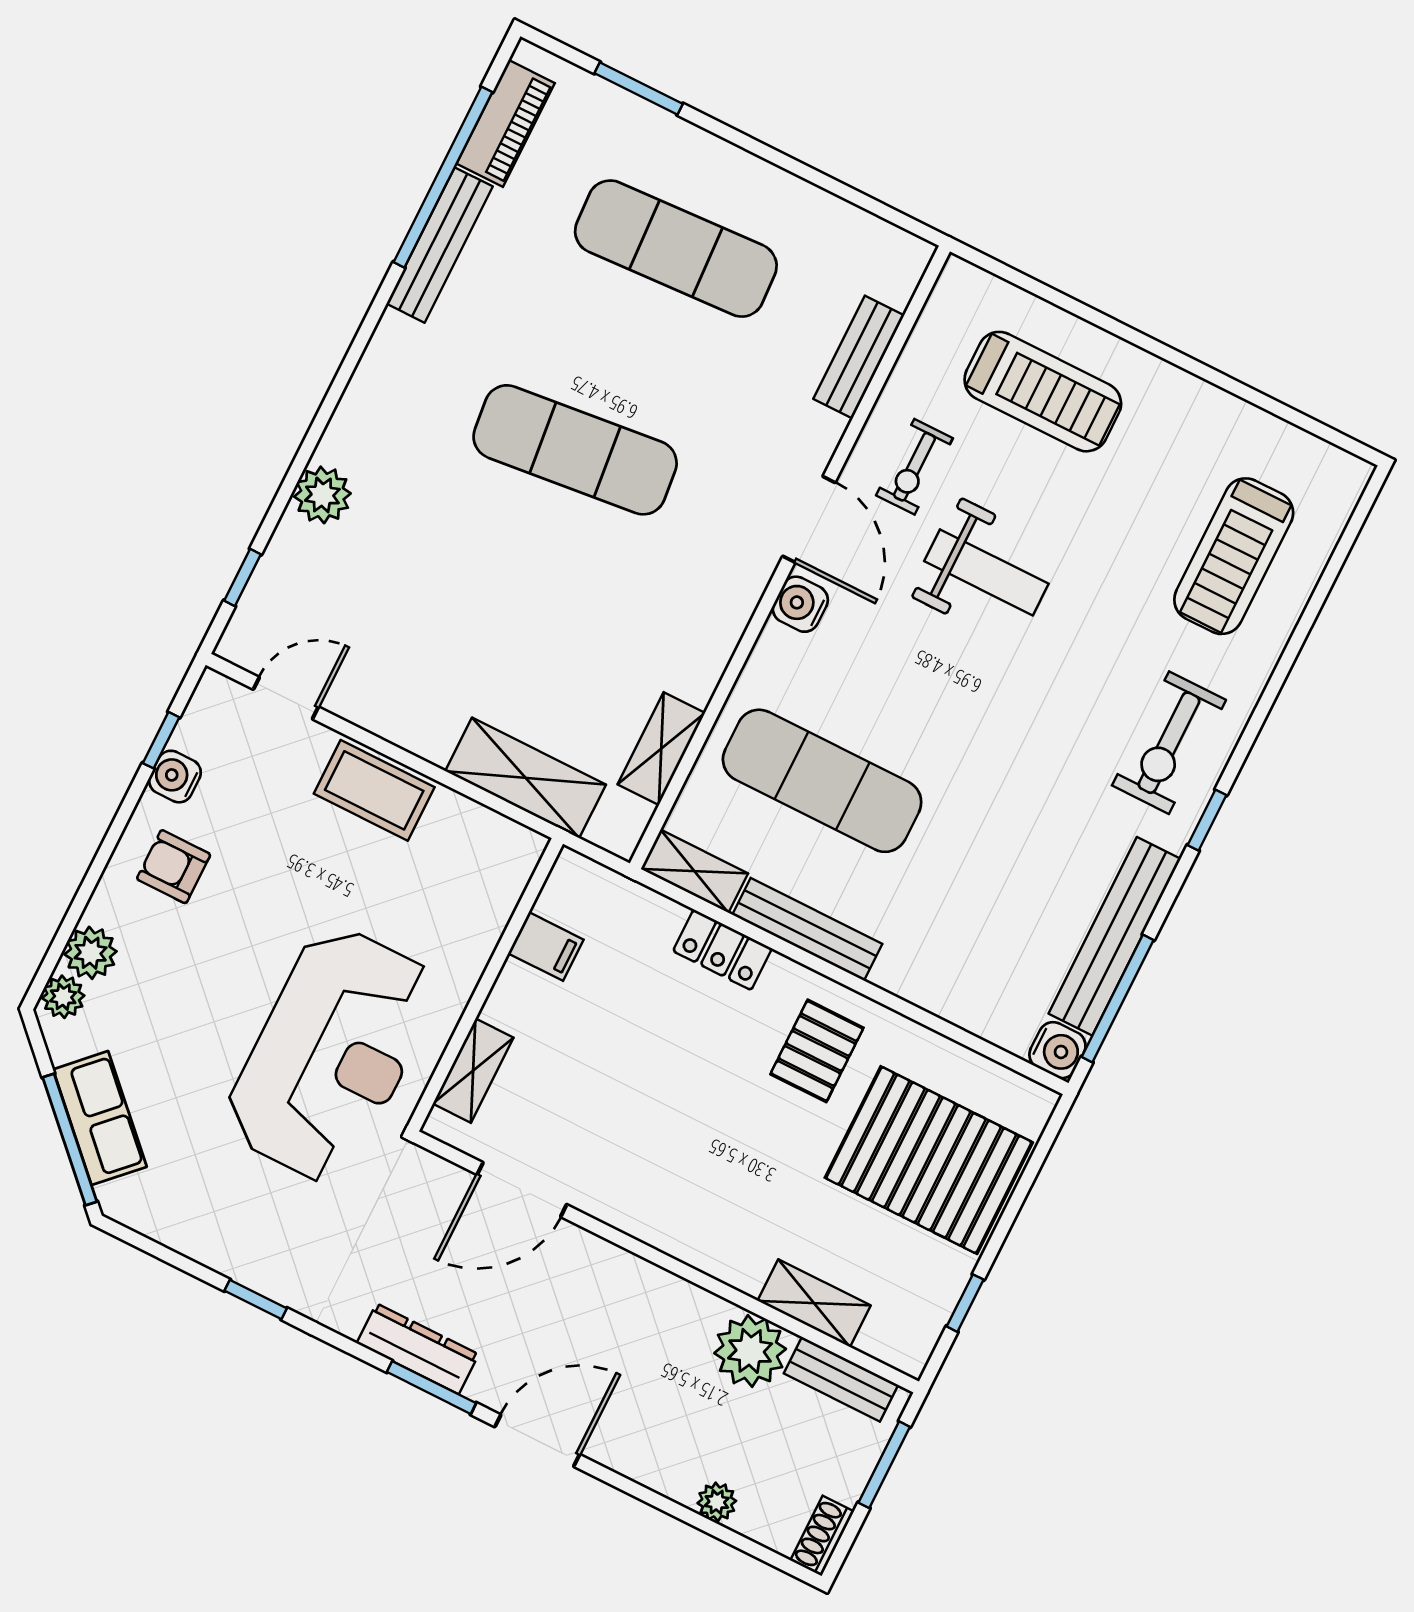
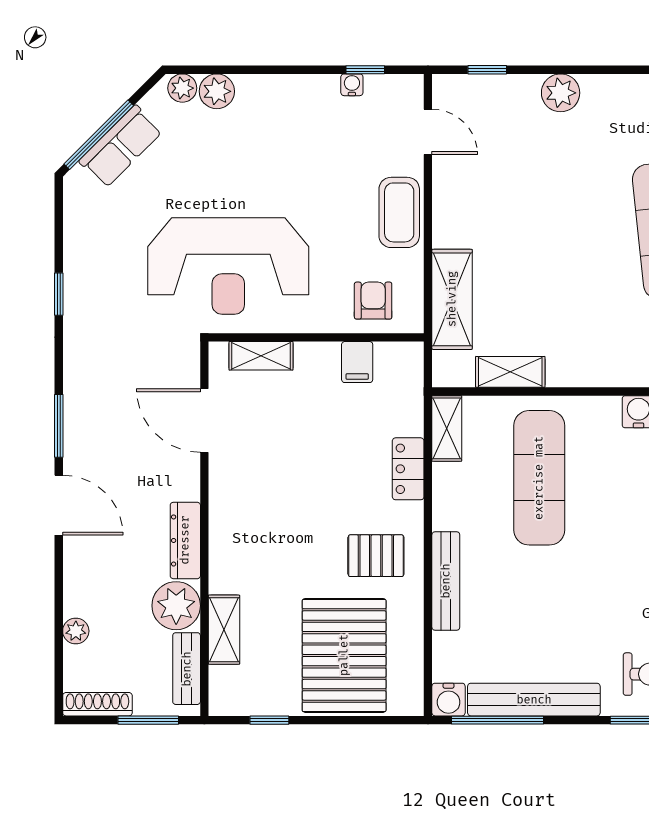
water cooler: (175, 777) -> (352, 85), width x0.72, depth x0.72
armchair: (174, 867) -> (373, 301), moved
bench: (807, 929) -> (446, 581), moved
dresser: (418, 1349) -> (185, 540), moved, turned 180
shoe rack: (822, 1536) -> (97, 704), width x1.43

